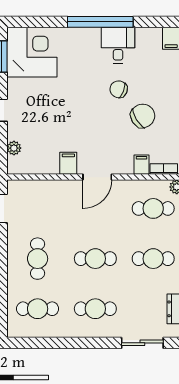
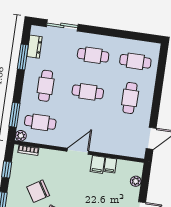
filing cabinet: (141, 165) -> (110, 165), moved
cafe table: (153, 259) -> (46, 86), turned 90

